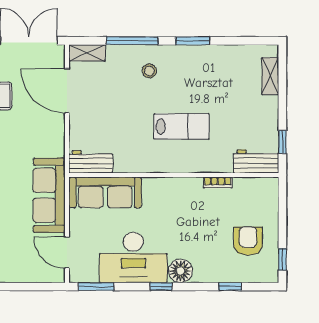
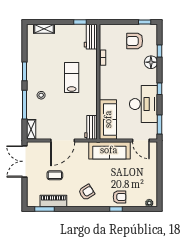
door: (67, 91) -> (63, 140), moved
door: (67, 253) -> (141, 140), hinge flipped
floor lamp: (180, 271) -> (151, 62), moved

